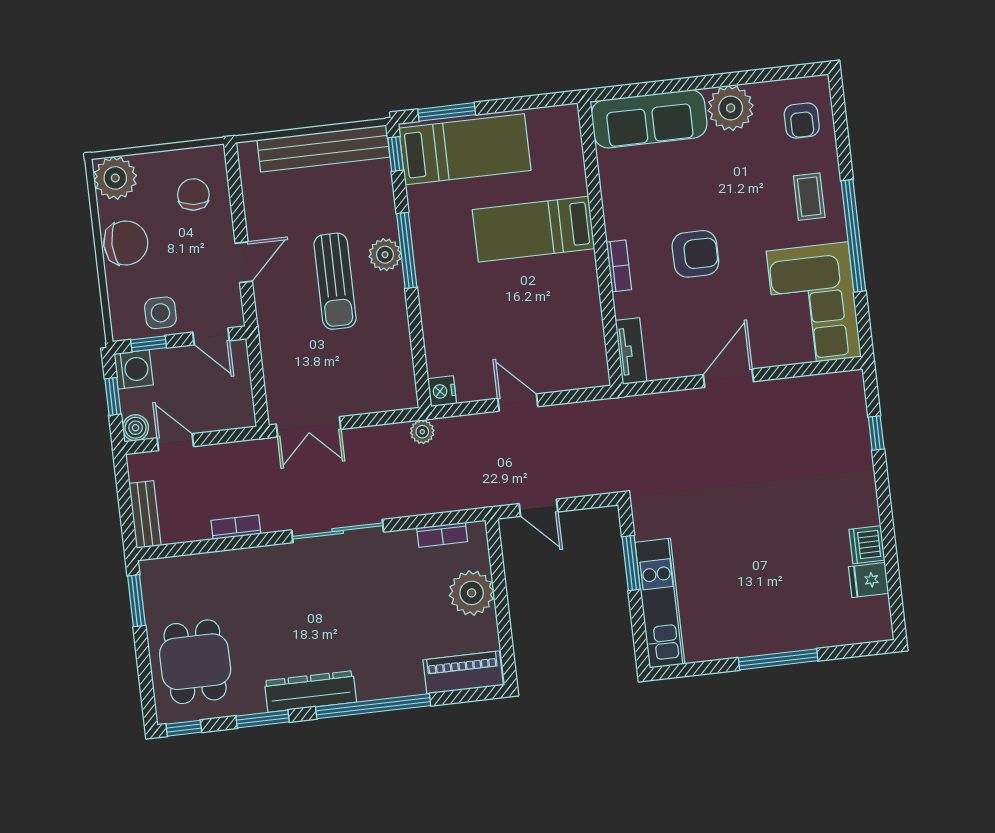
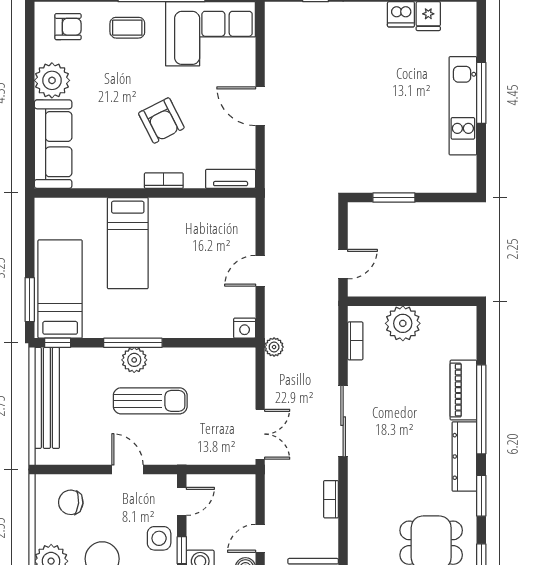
armchair: (695, 254) -> (161, 121), turned 153
kitchen unit: (660, 603) -> (463, 106), moved, turned -90
piano: (463, 673) -> (463, 390), moved

